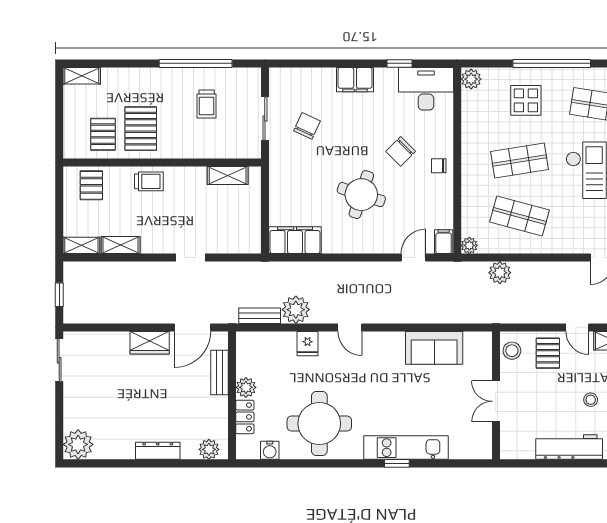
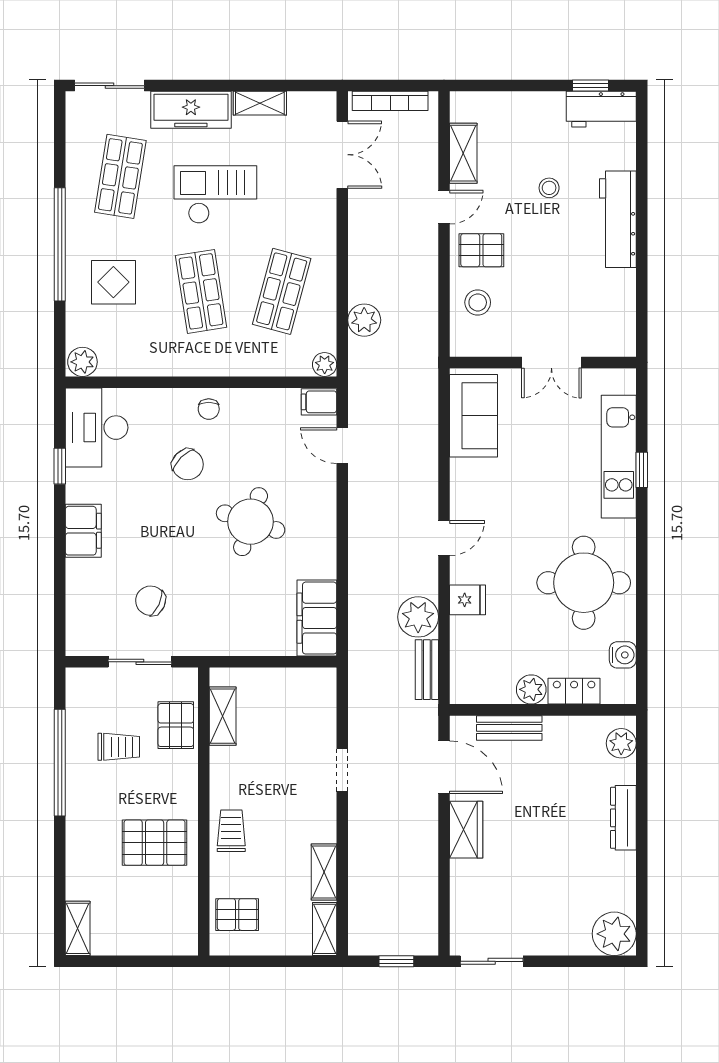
pallet: (103, 134) -> (176, 725), moved, turned 90
wall: (496, 395) -> (543, 362), moved
double door: (496, 401) -> (551, 362), moved

